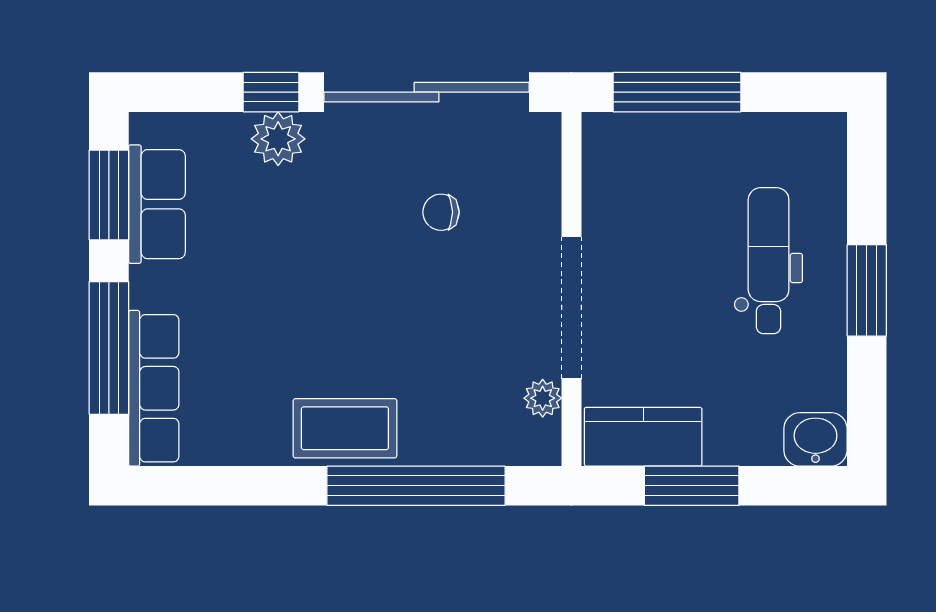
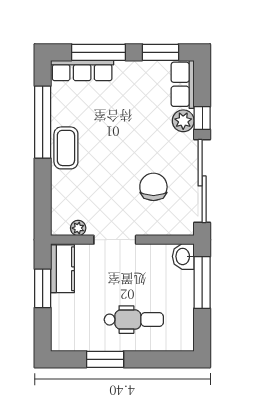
row of seats: (157, 204) -> (183, 84), moved, turned 90
chair: (441, 212) -> (153, 187), width x1.87, depth x1.87
window: (867, 290) -> (105, 359), moved
doorway: (571, 308) -> (115, 240), width x0.73
washbasin: (815, 439) -> (183, 256), moved, turned 180
window: (416, 486) -> (43, 122), moved

